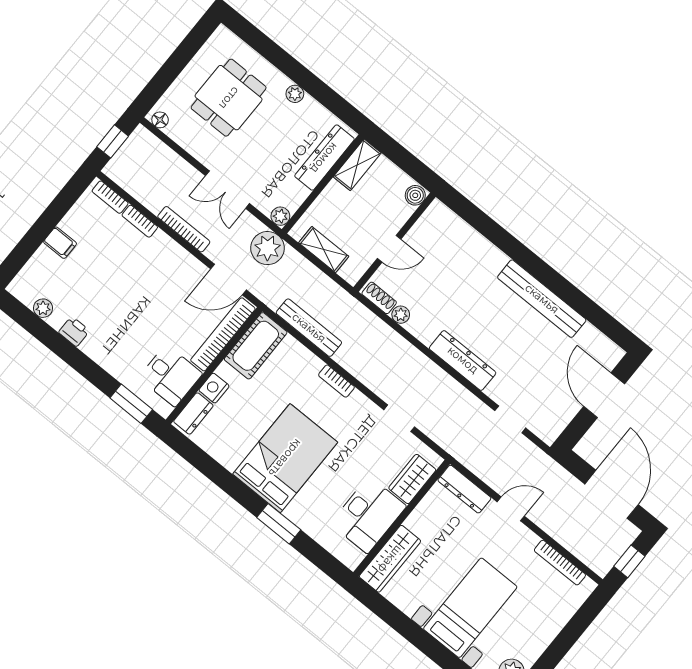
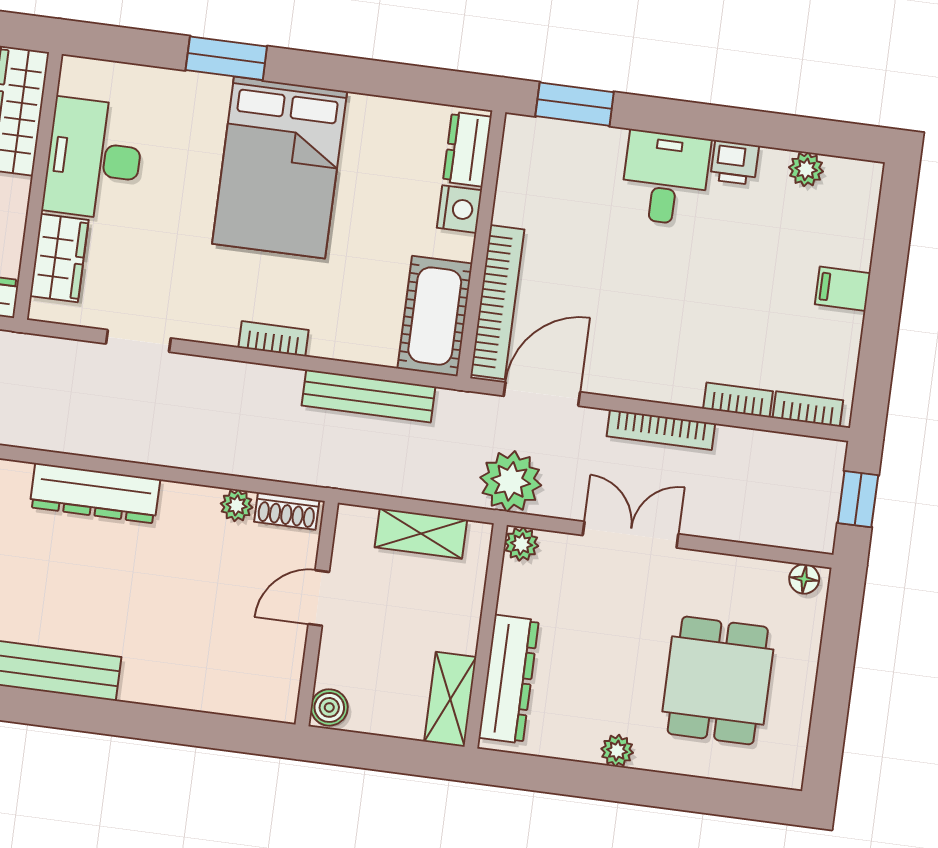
desk: (170, 376) -> (665, 178), moved, turned 90

